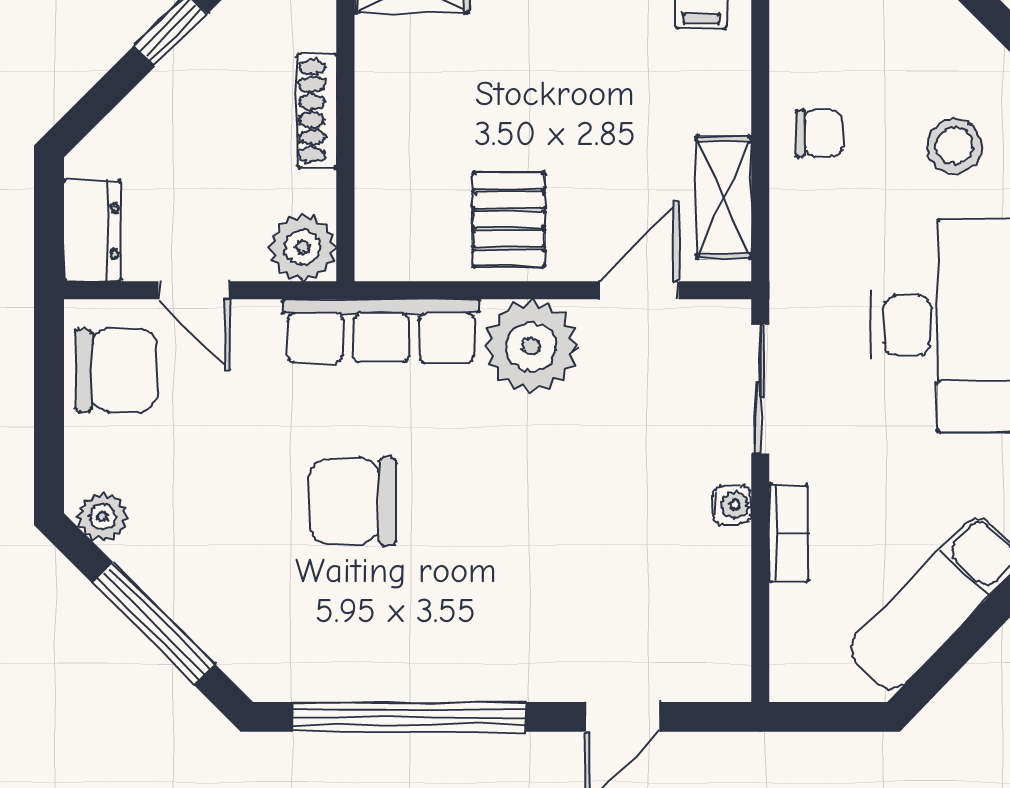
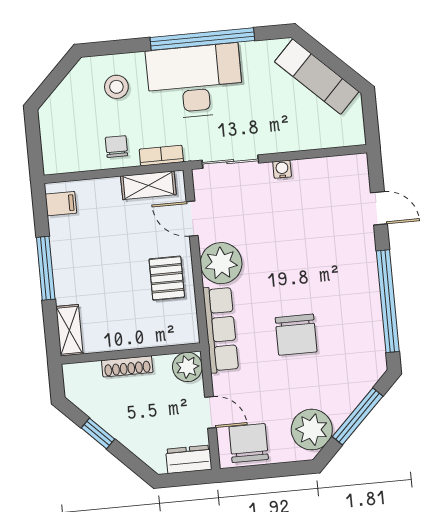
pallet: (509, 220) -> (167, 278), turned 90
door: (194, 290) -> (211, 412), hinge flipped
plant: (103, 517) -> (312, 430), width x1.88, depth x1.88
bookcase: (789, 533) -> (161, 156), moved

